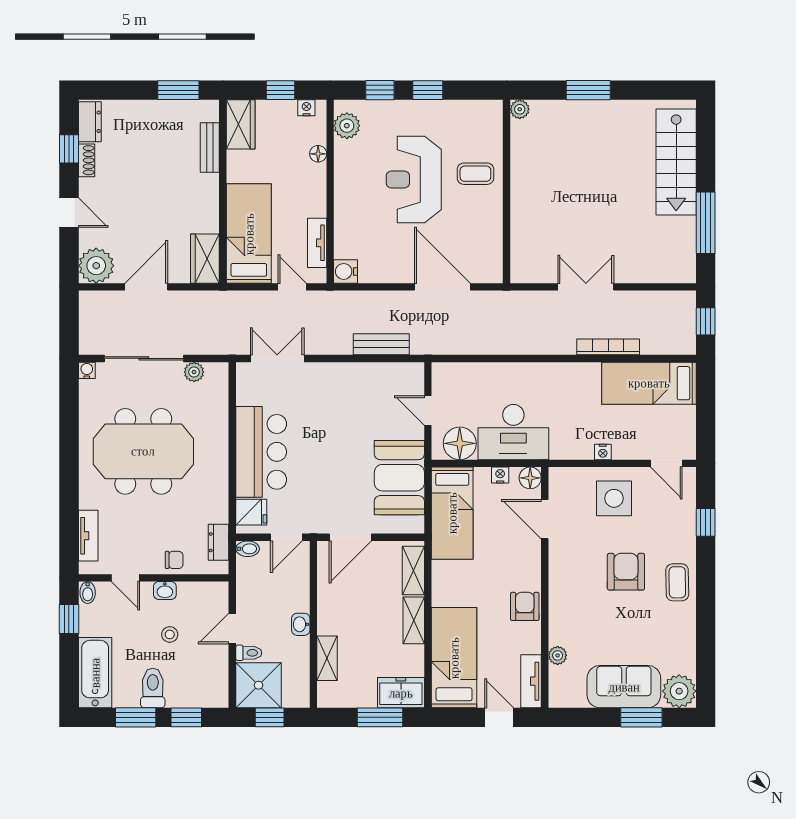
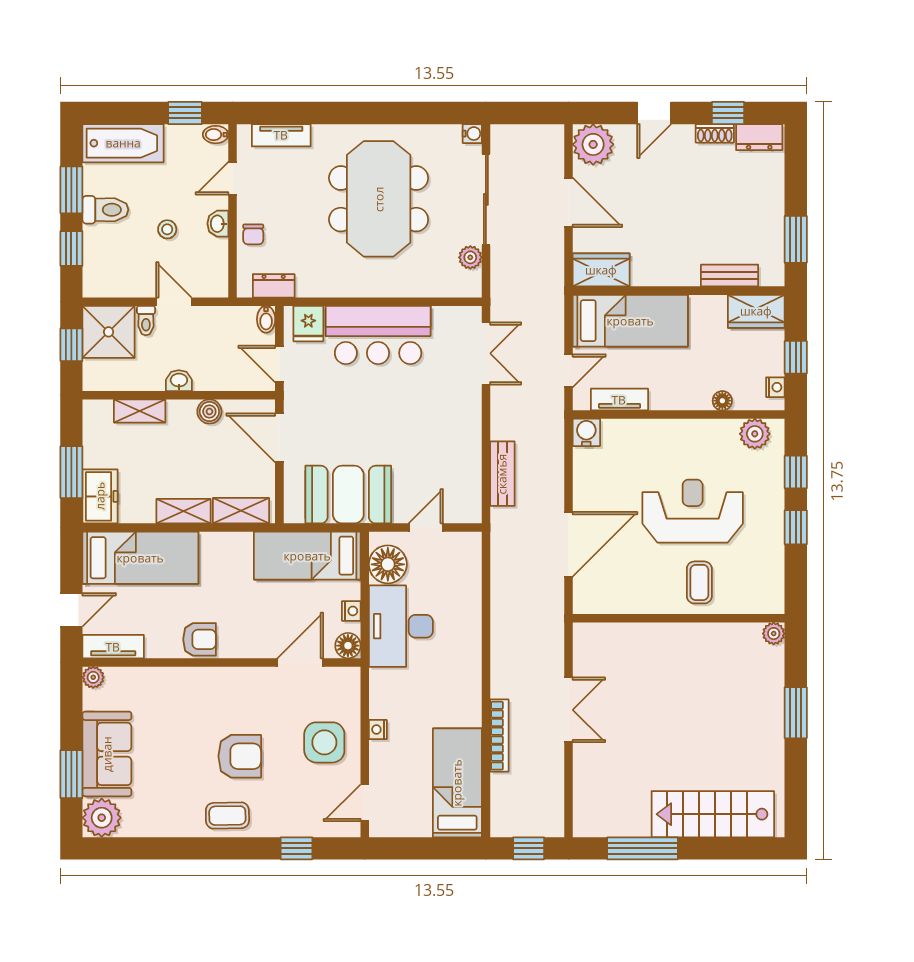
boiler: (327, 598) -> (209, 412), added
plant: (558, 655) -> (93, 677), moved

